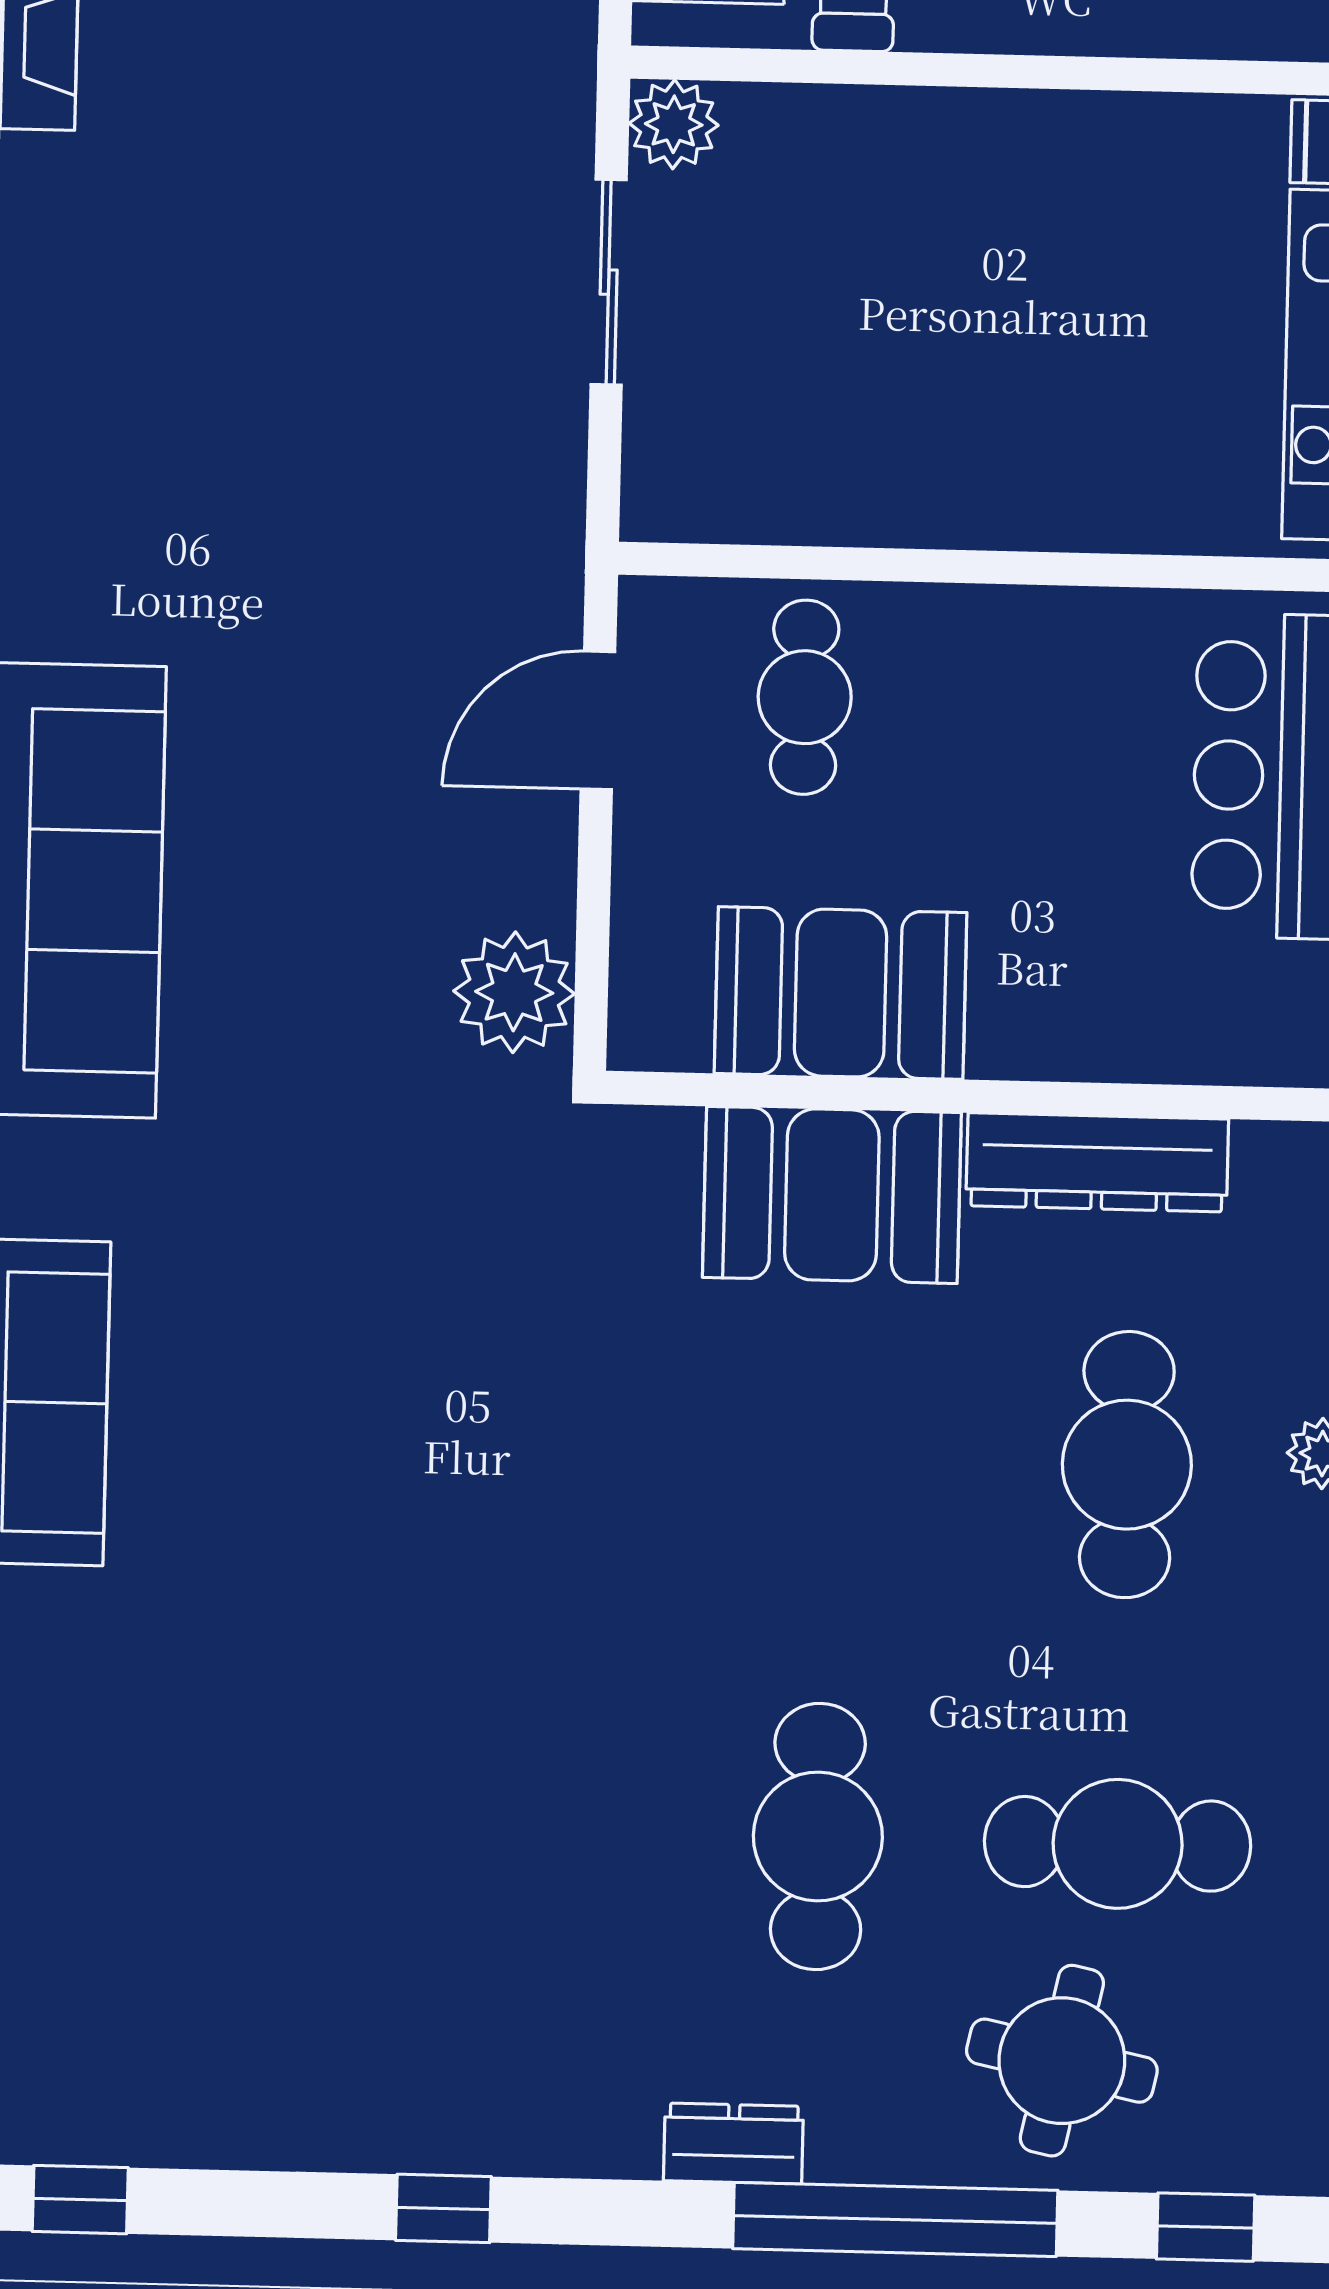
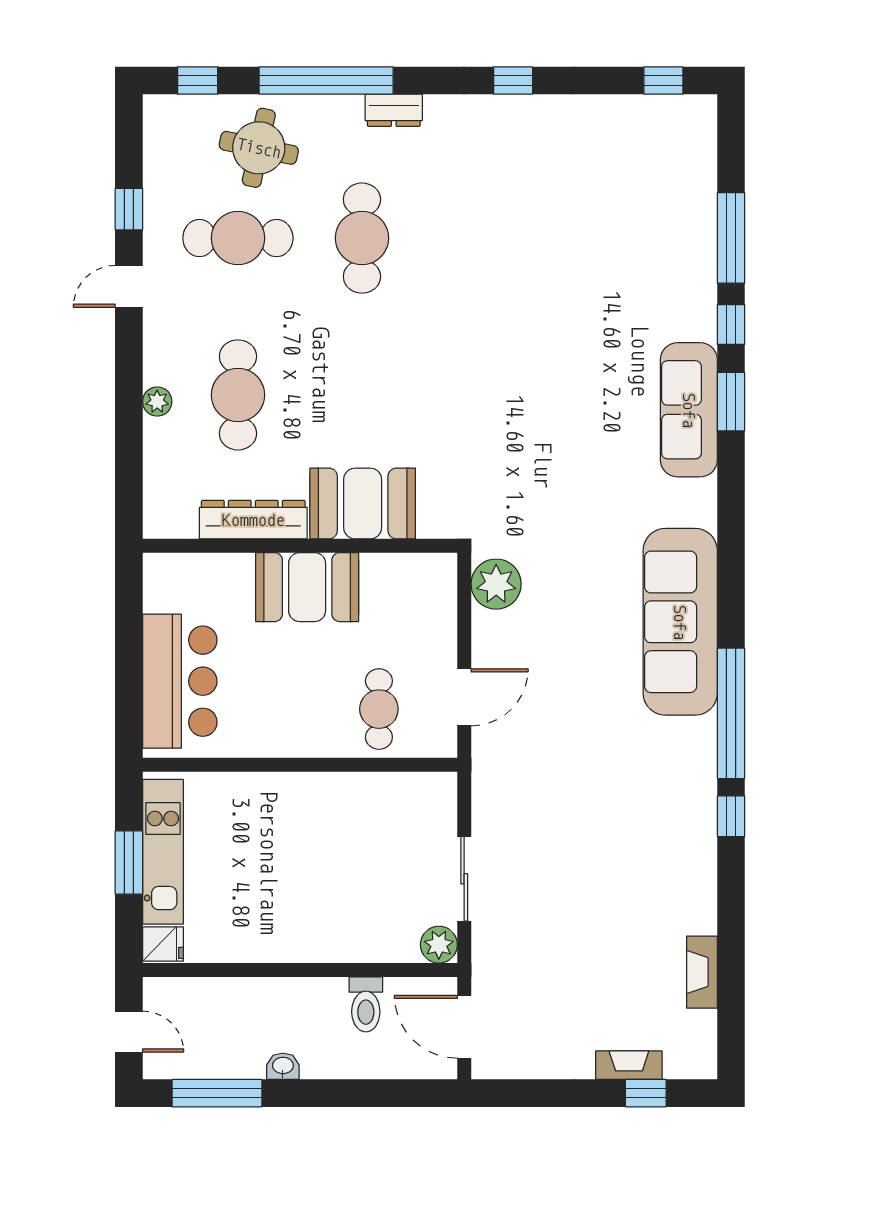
booth: (841, 993) -> (307, 587), moved

